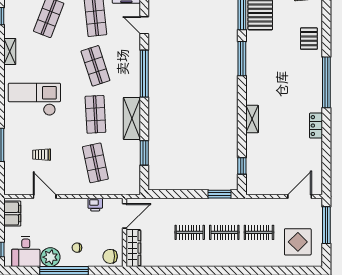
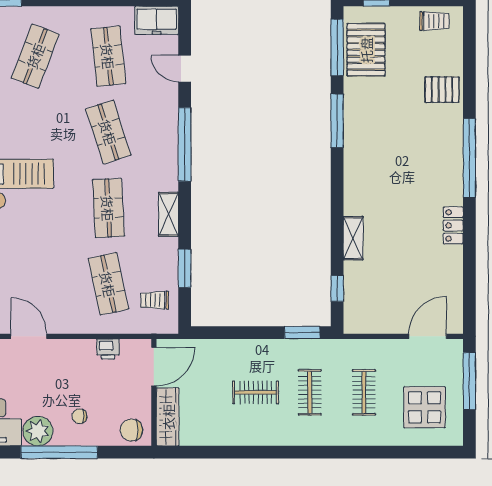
pallet: (309, 39) -> (442, 90), turned 90
shelving: (132, 118) -> (168, 214), width x0.67, depth x0.75
shelving: (252, 119) -> (353, 238), moved
trolley: (42, 155) -> (155, 300), moved
clothes rail: (224, 232) -> (310, 392), turned 90
clothes rail: (259, 232) -> (364, 392), turned 90

